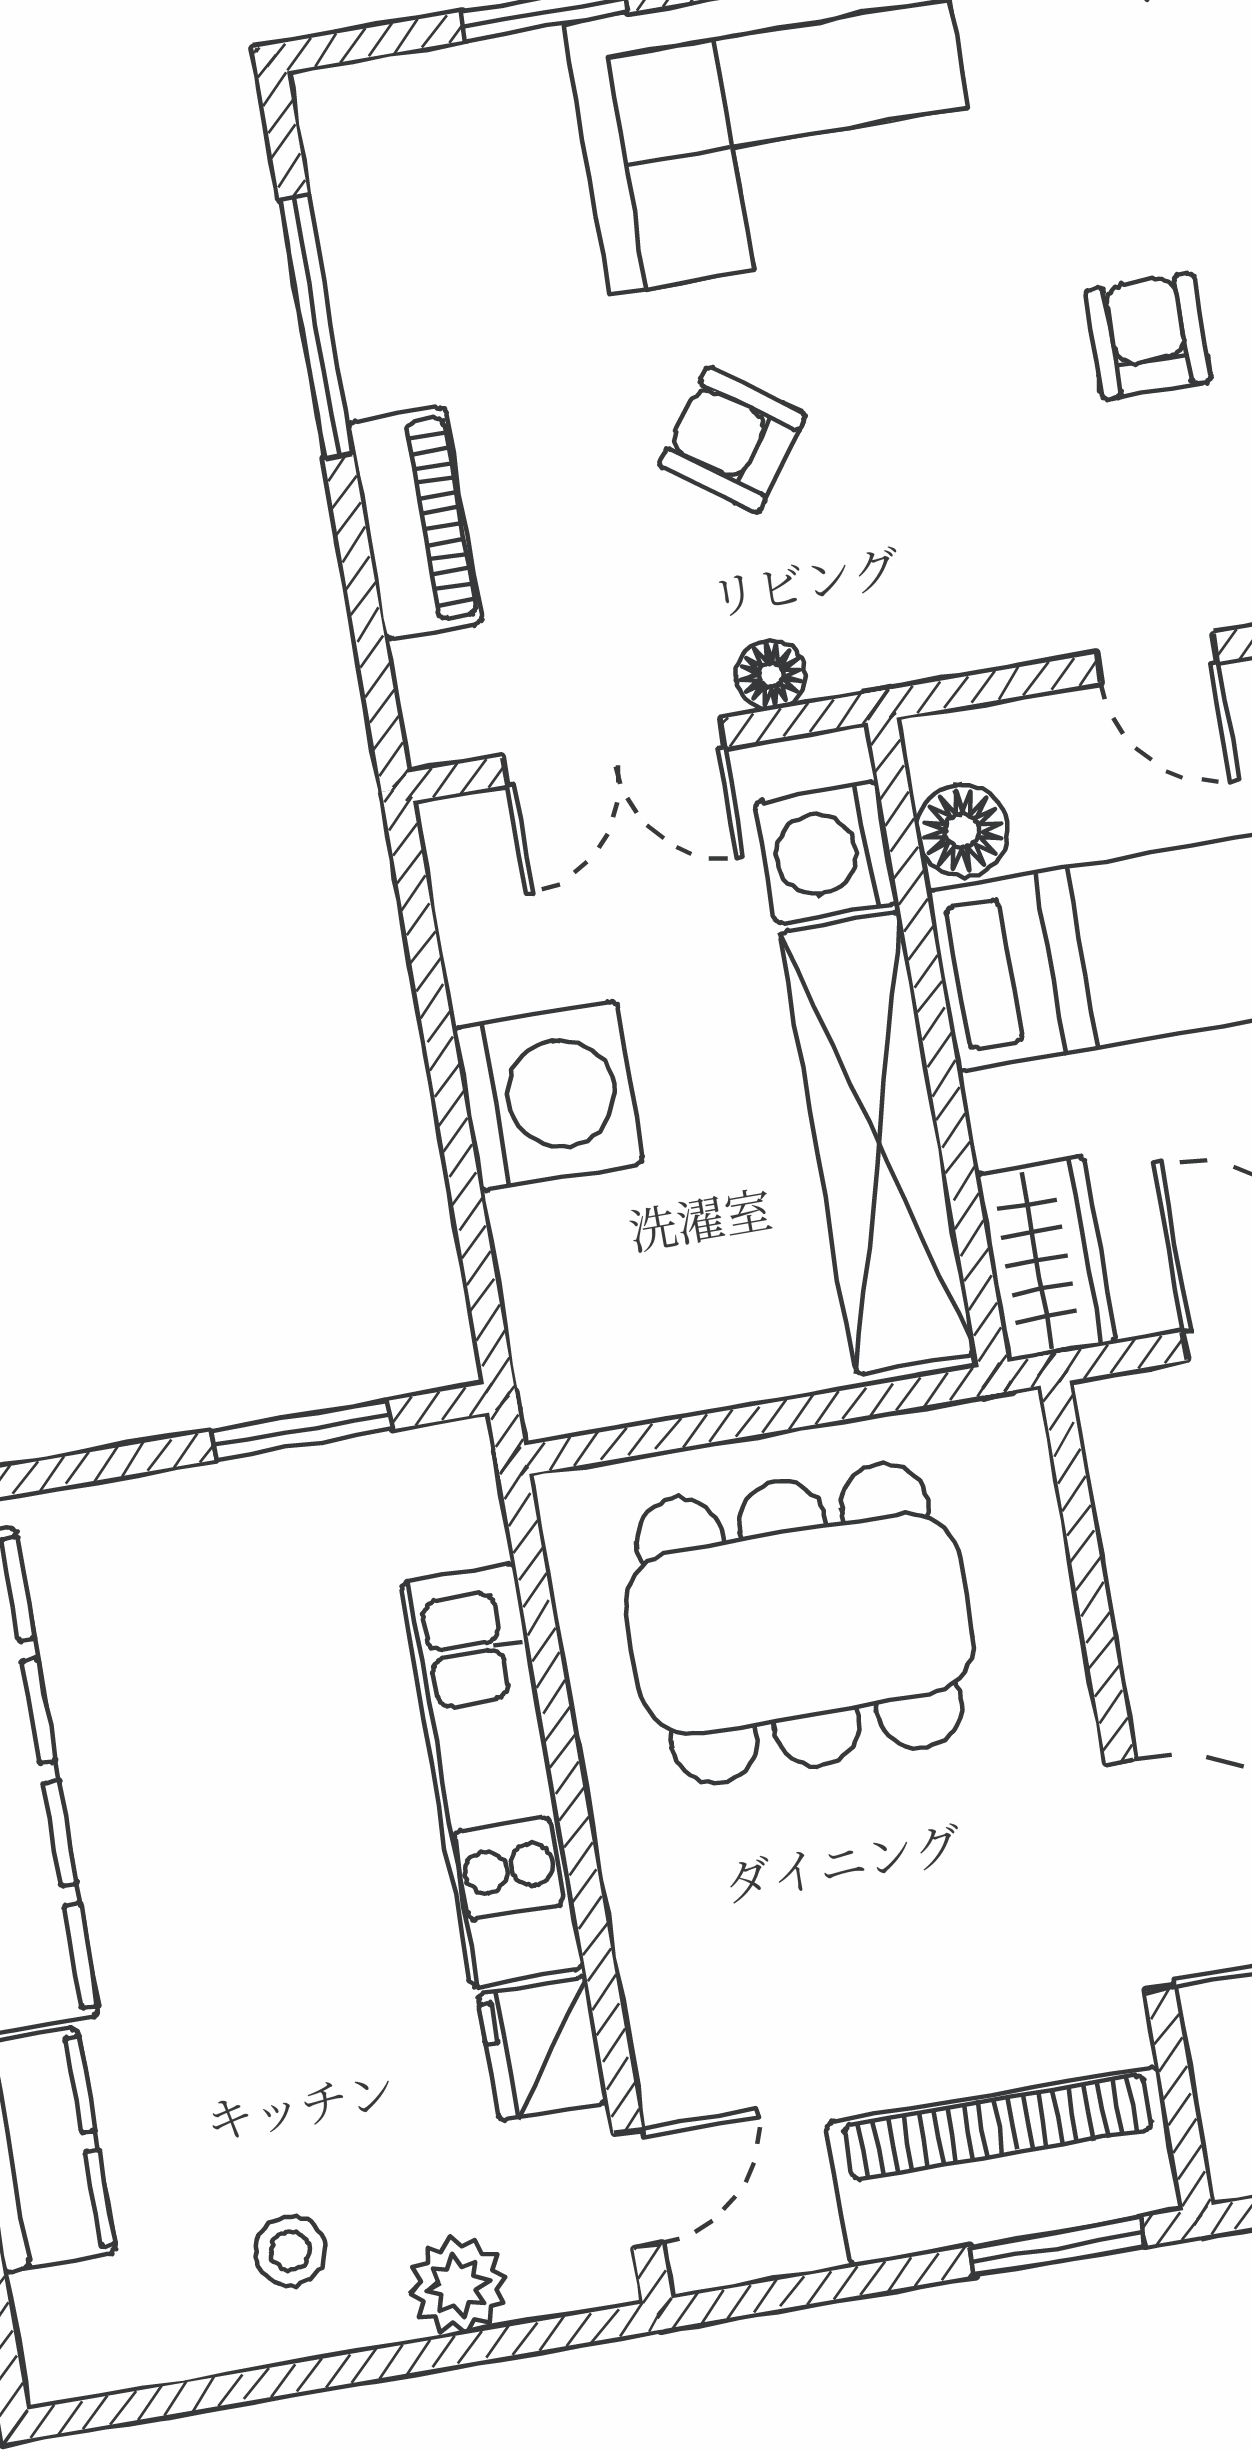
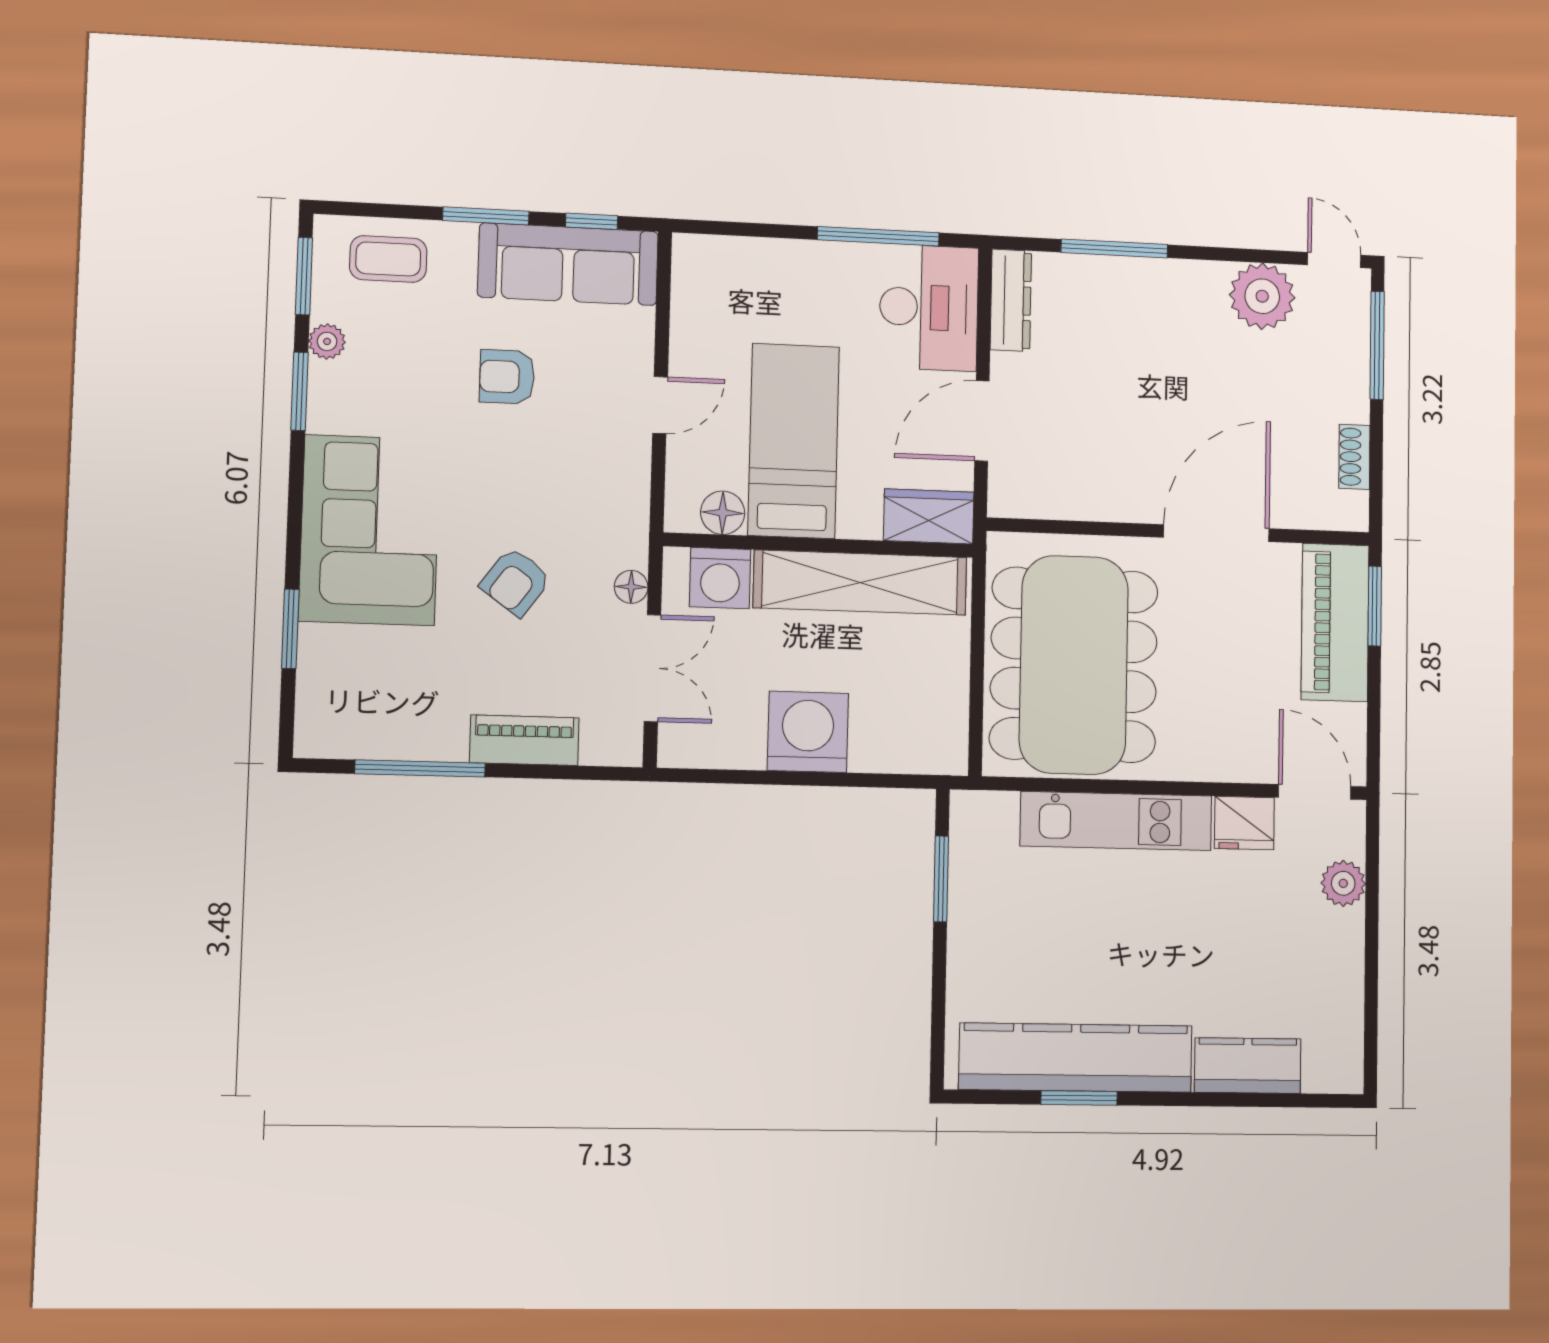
dining table: (800, 1623) -> (1074, 665), width x1.36, depth x1.24
door: (638, 2188) -> (1315, 792), width x1.38
stool: (290, 2251) -> (1314, 958), removed

